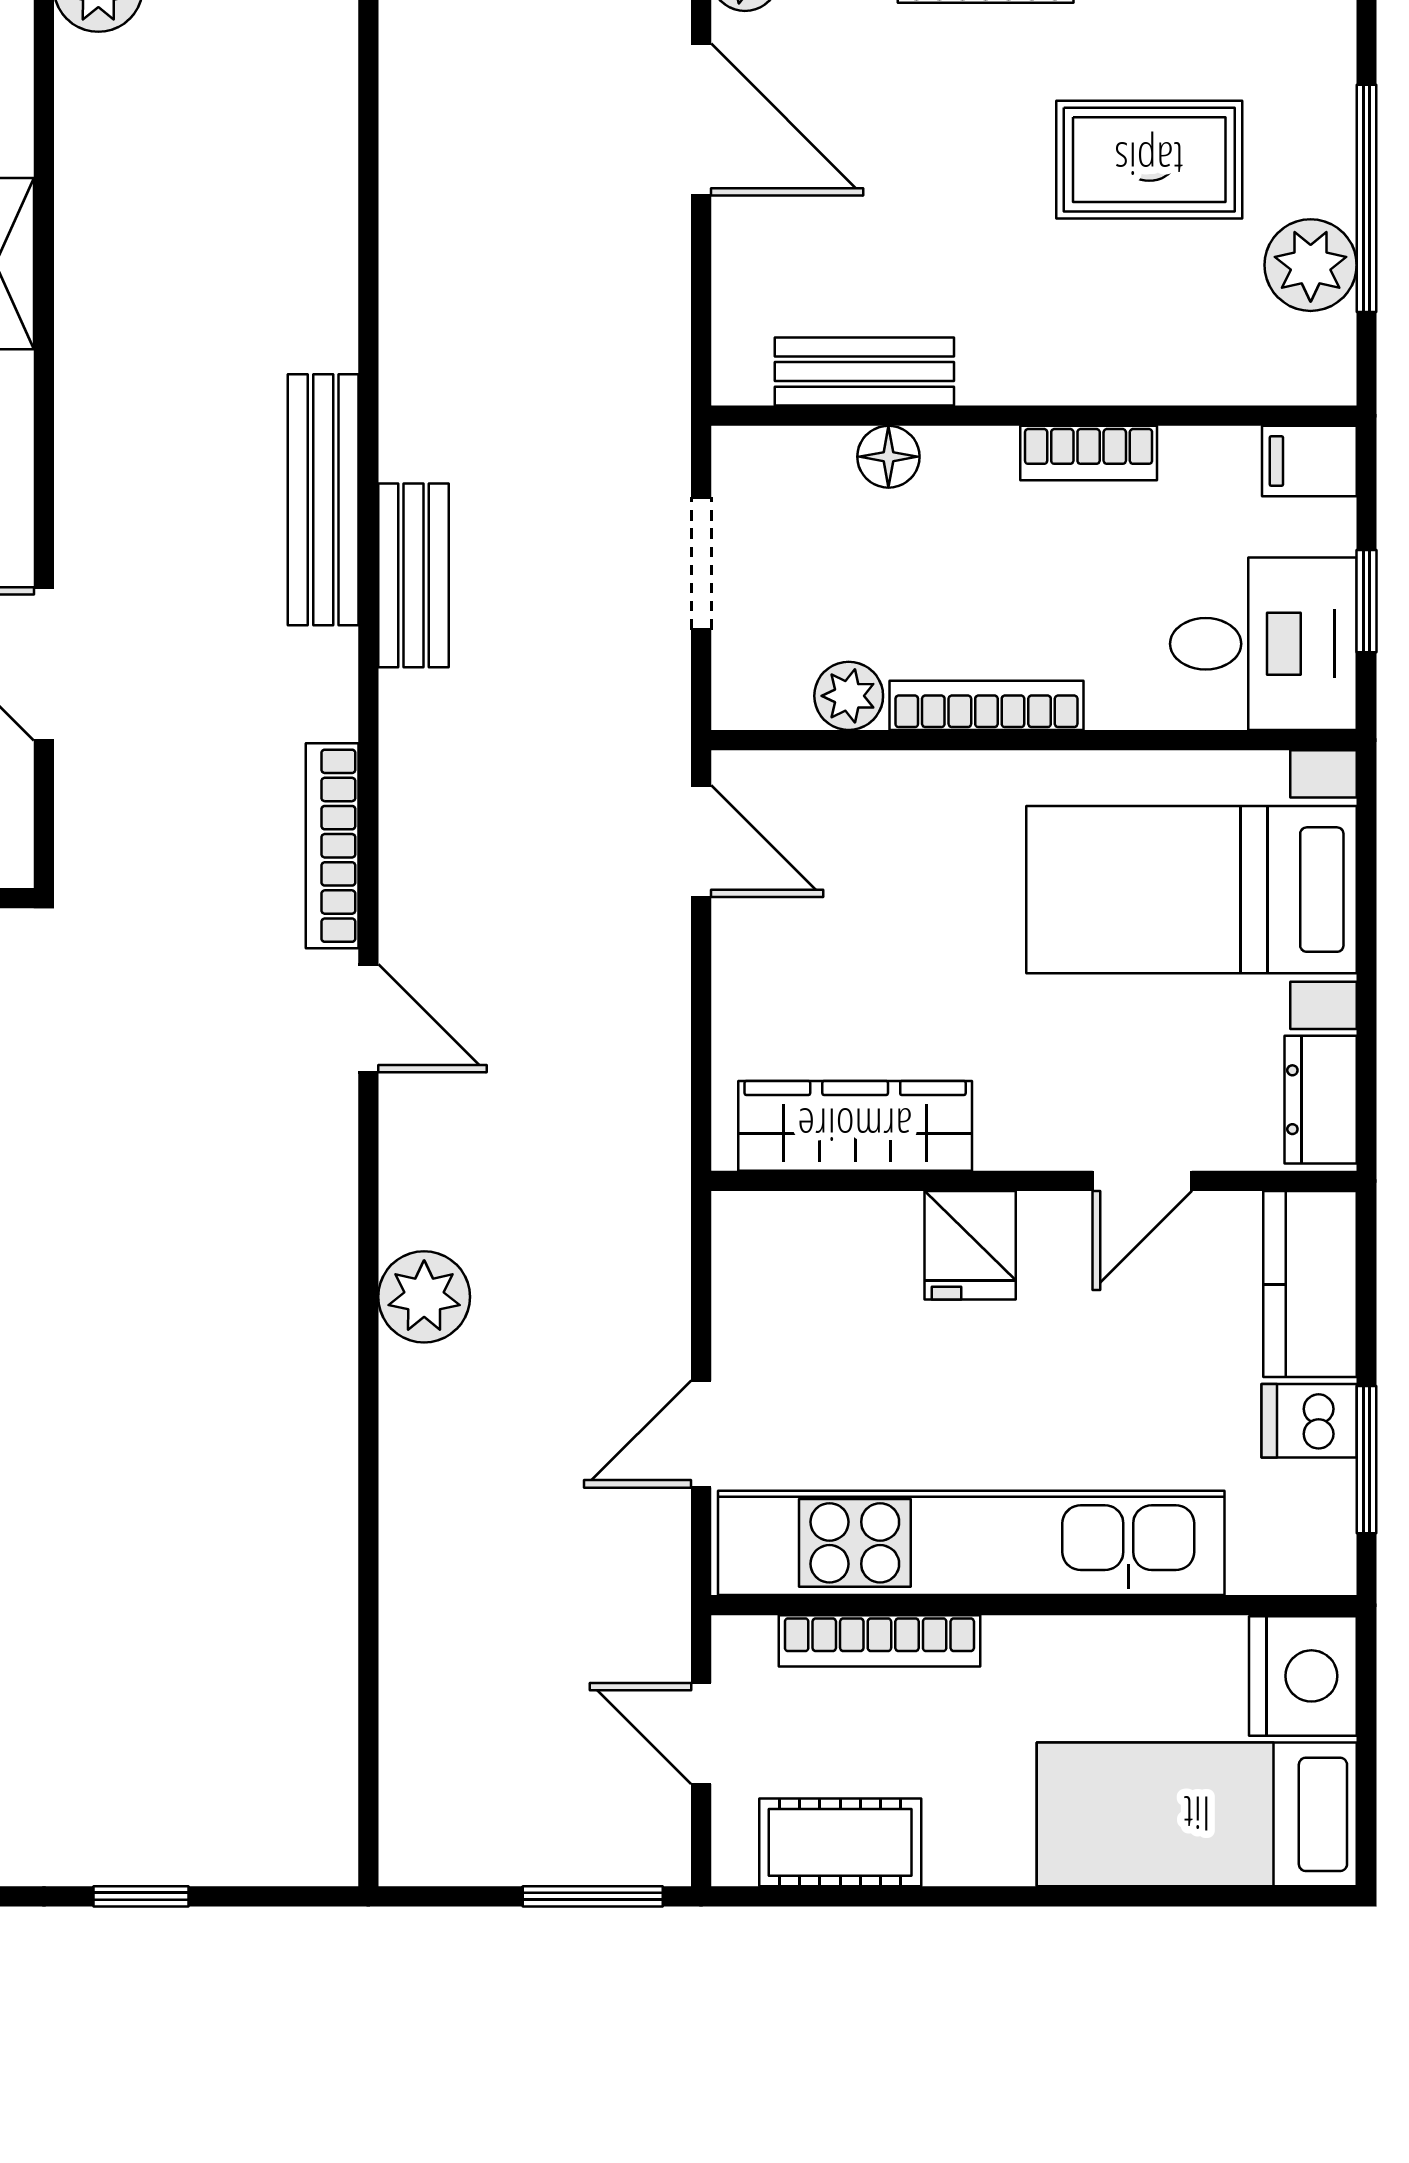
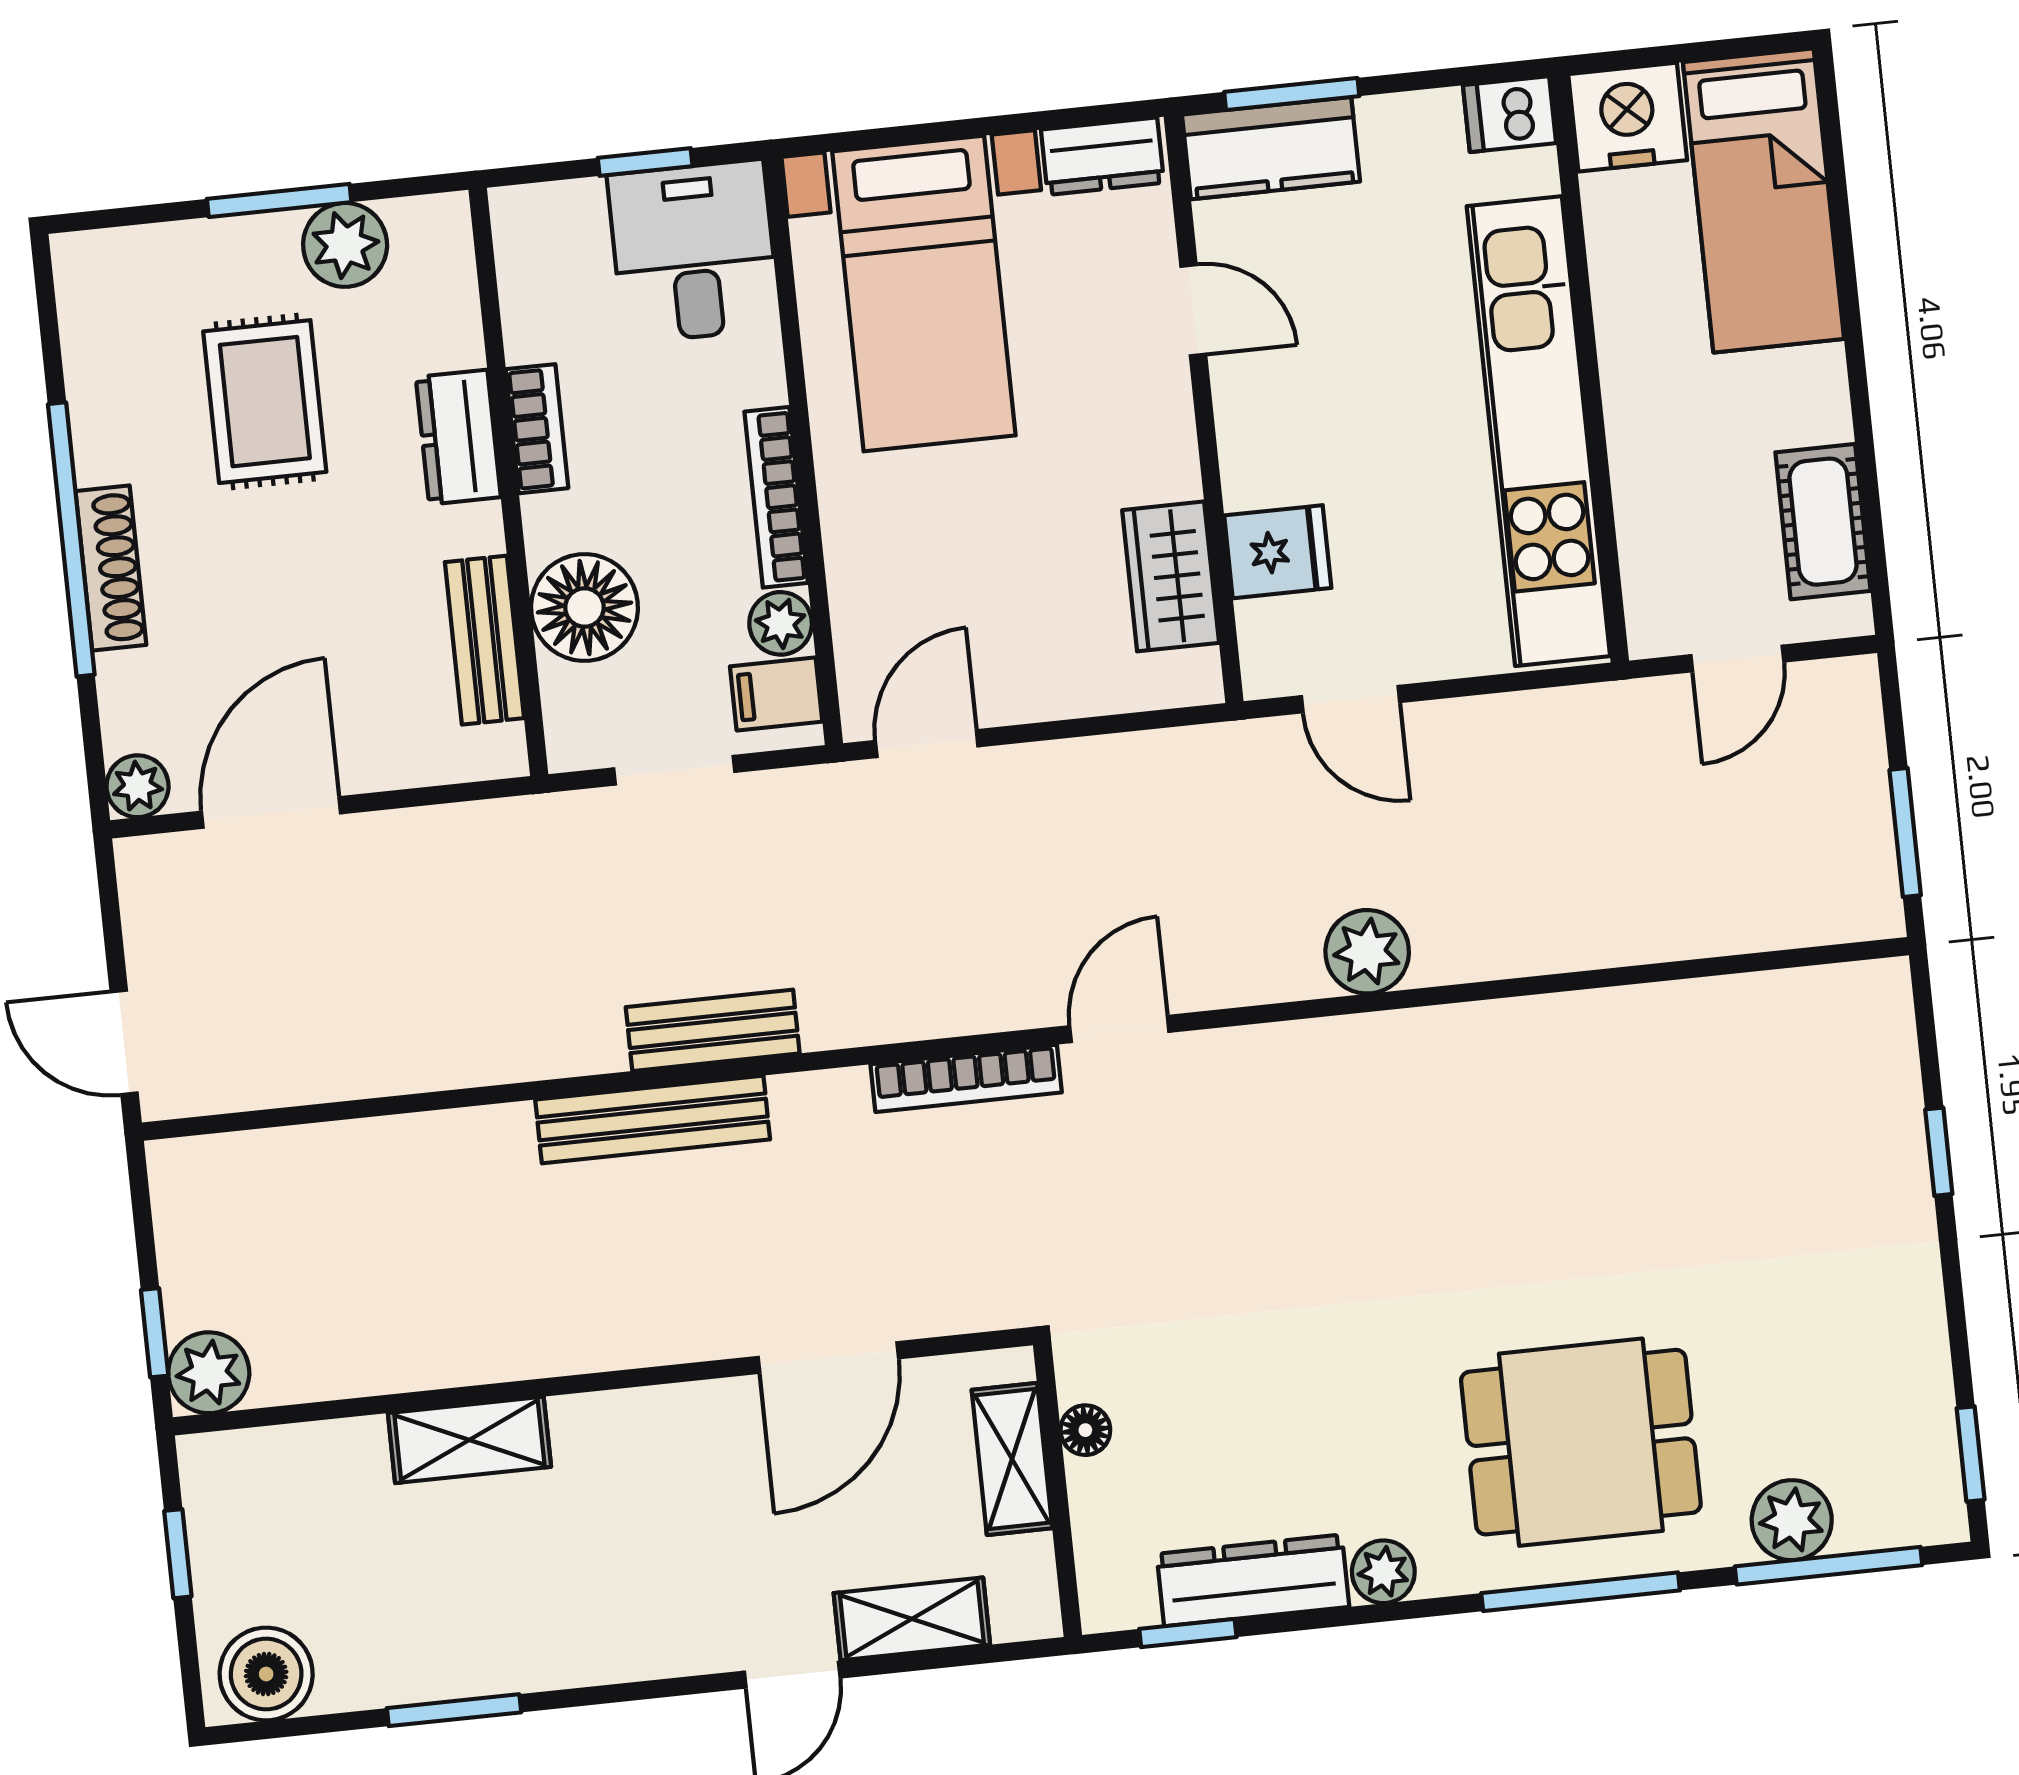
window: (1366, 198) -> (279, 200), width x0.69
dresser: (1088, 366) -> (458, 437), added
floor lamp: (888, 457) -> (585, 607), width x1.89, depth x1.89
filing cabinet: (1309, 461) -> (776, 694), moved, turned 90
wardrobe: (855, 1126) -> (1171, 576), width x0.67
fridge: (970, 1245) -> (1278, 552), moved
dishwasher: (1309, 1421) -> (1510, 114), moved, turned 90
door: (701, 1434) -> (1351, 699), moved
window: (1366, 1460) -> (1292, 94), moved
bookcase: (879, 1641) -> (1636, 505), removed
window: (593, 1896) -> (1905, 832), moved

